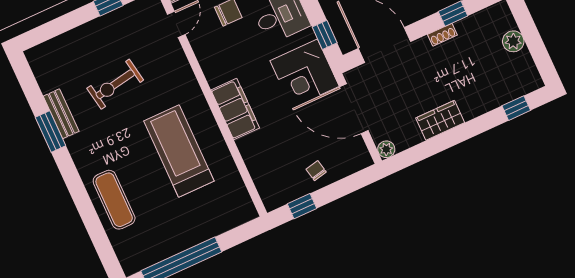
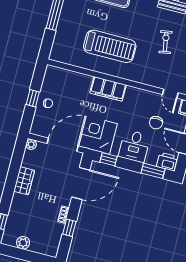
plant: (513, 41) -> (23, 243), moved
exercise bike: (115, 84) -> (166, 42), width x0.73, depth x0.72
window: (302, 206) -> (33, 98), moved

